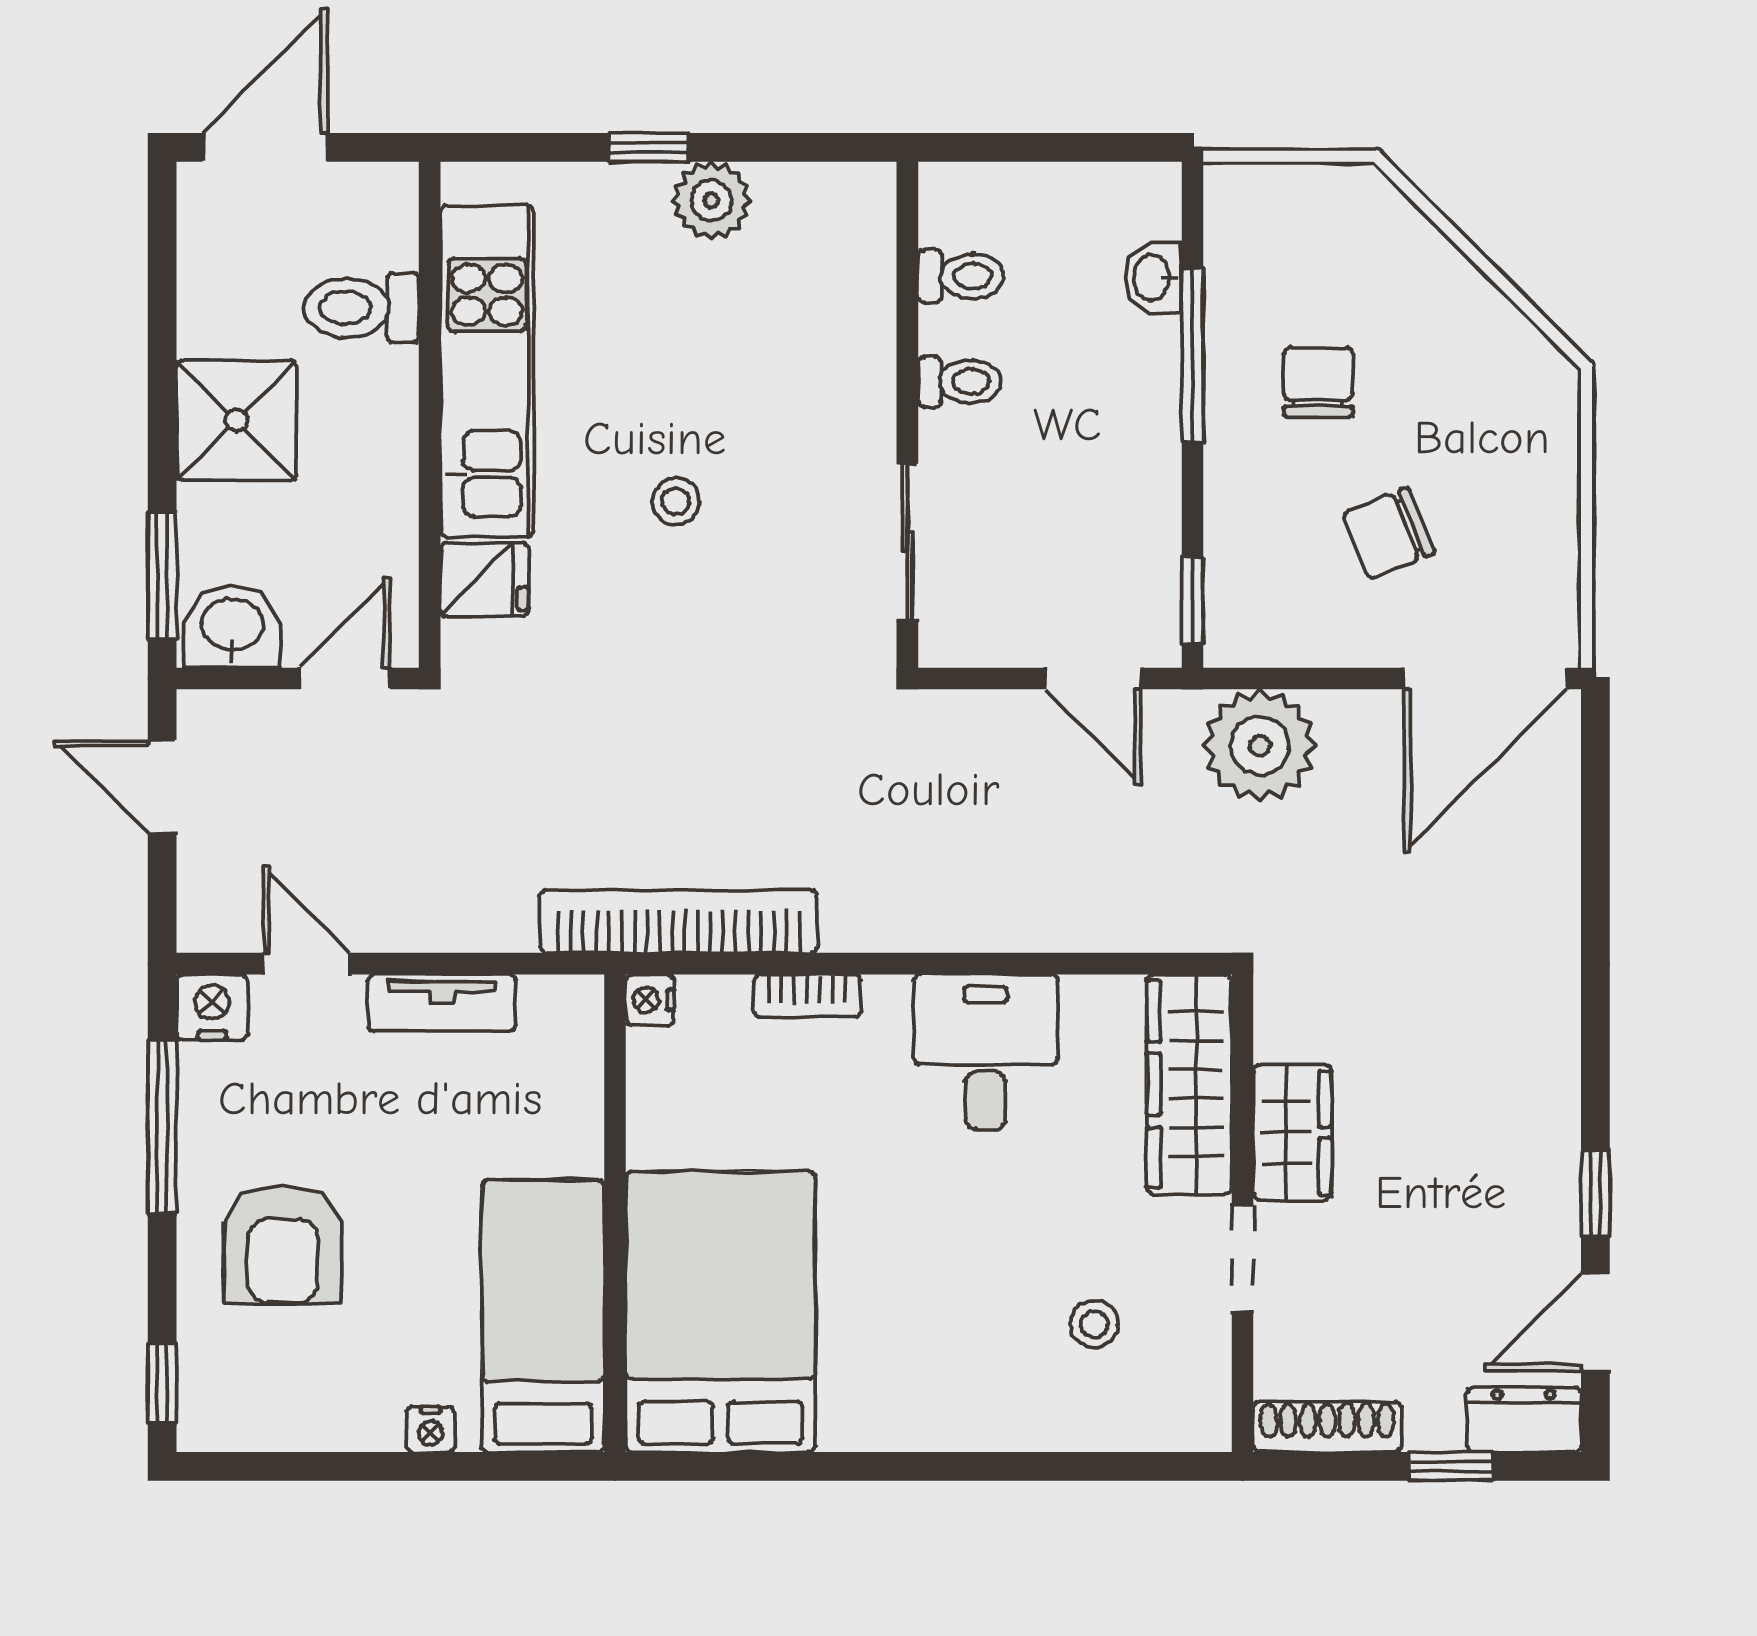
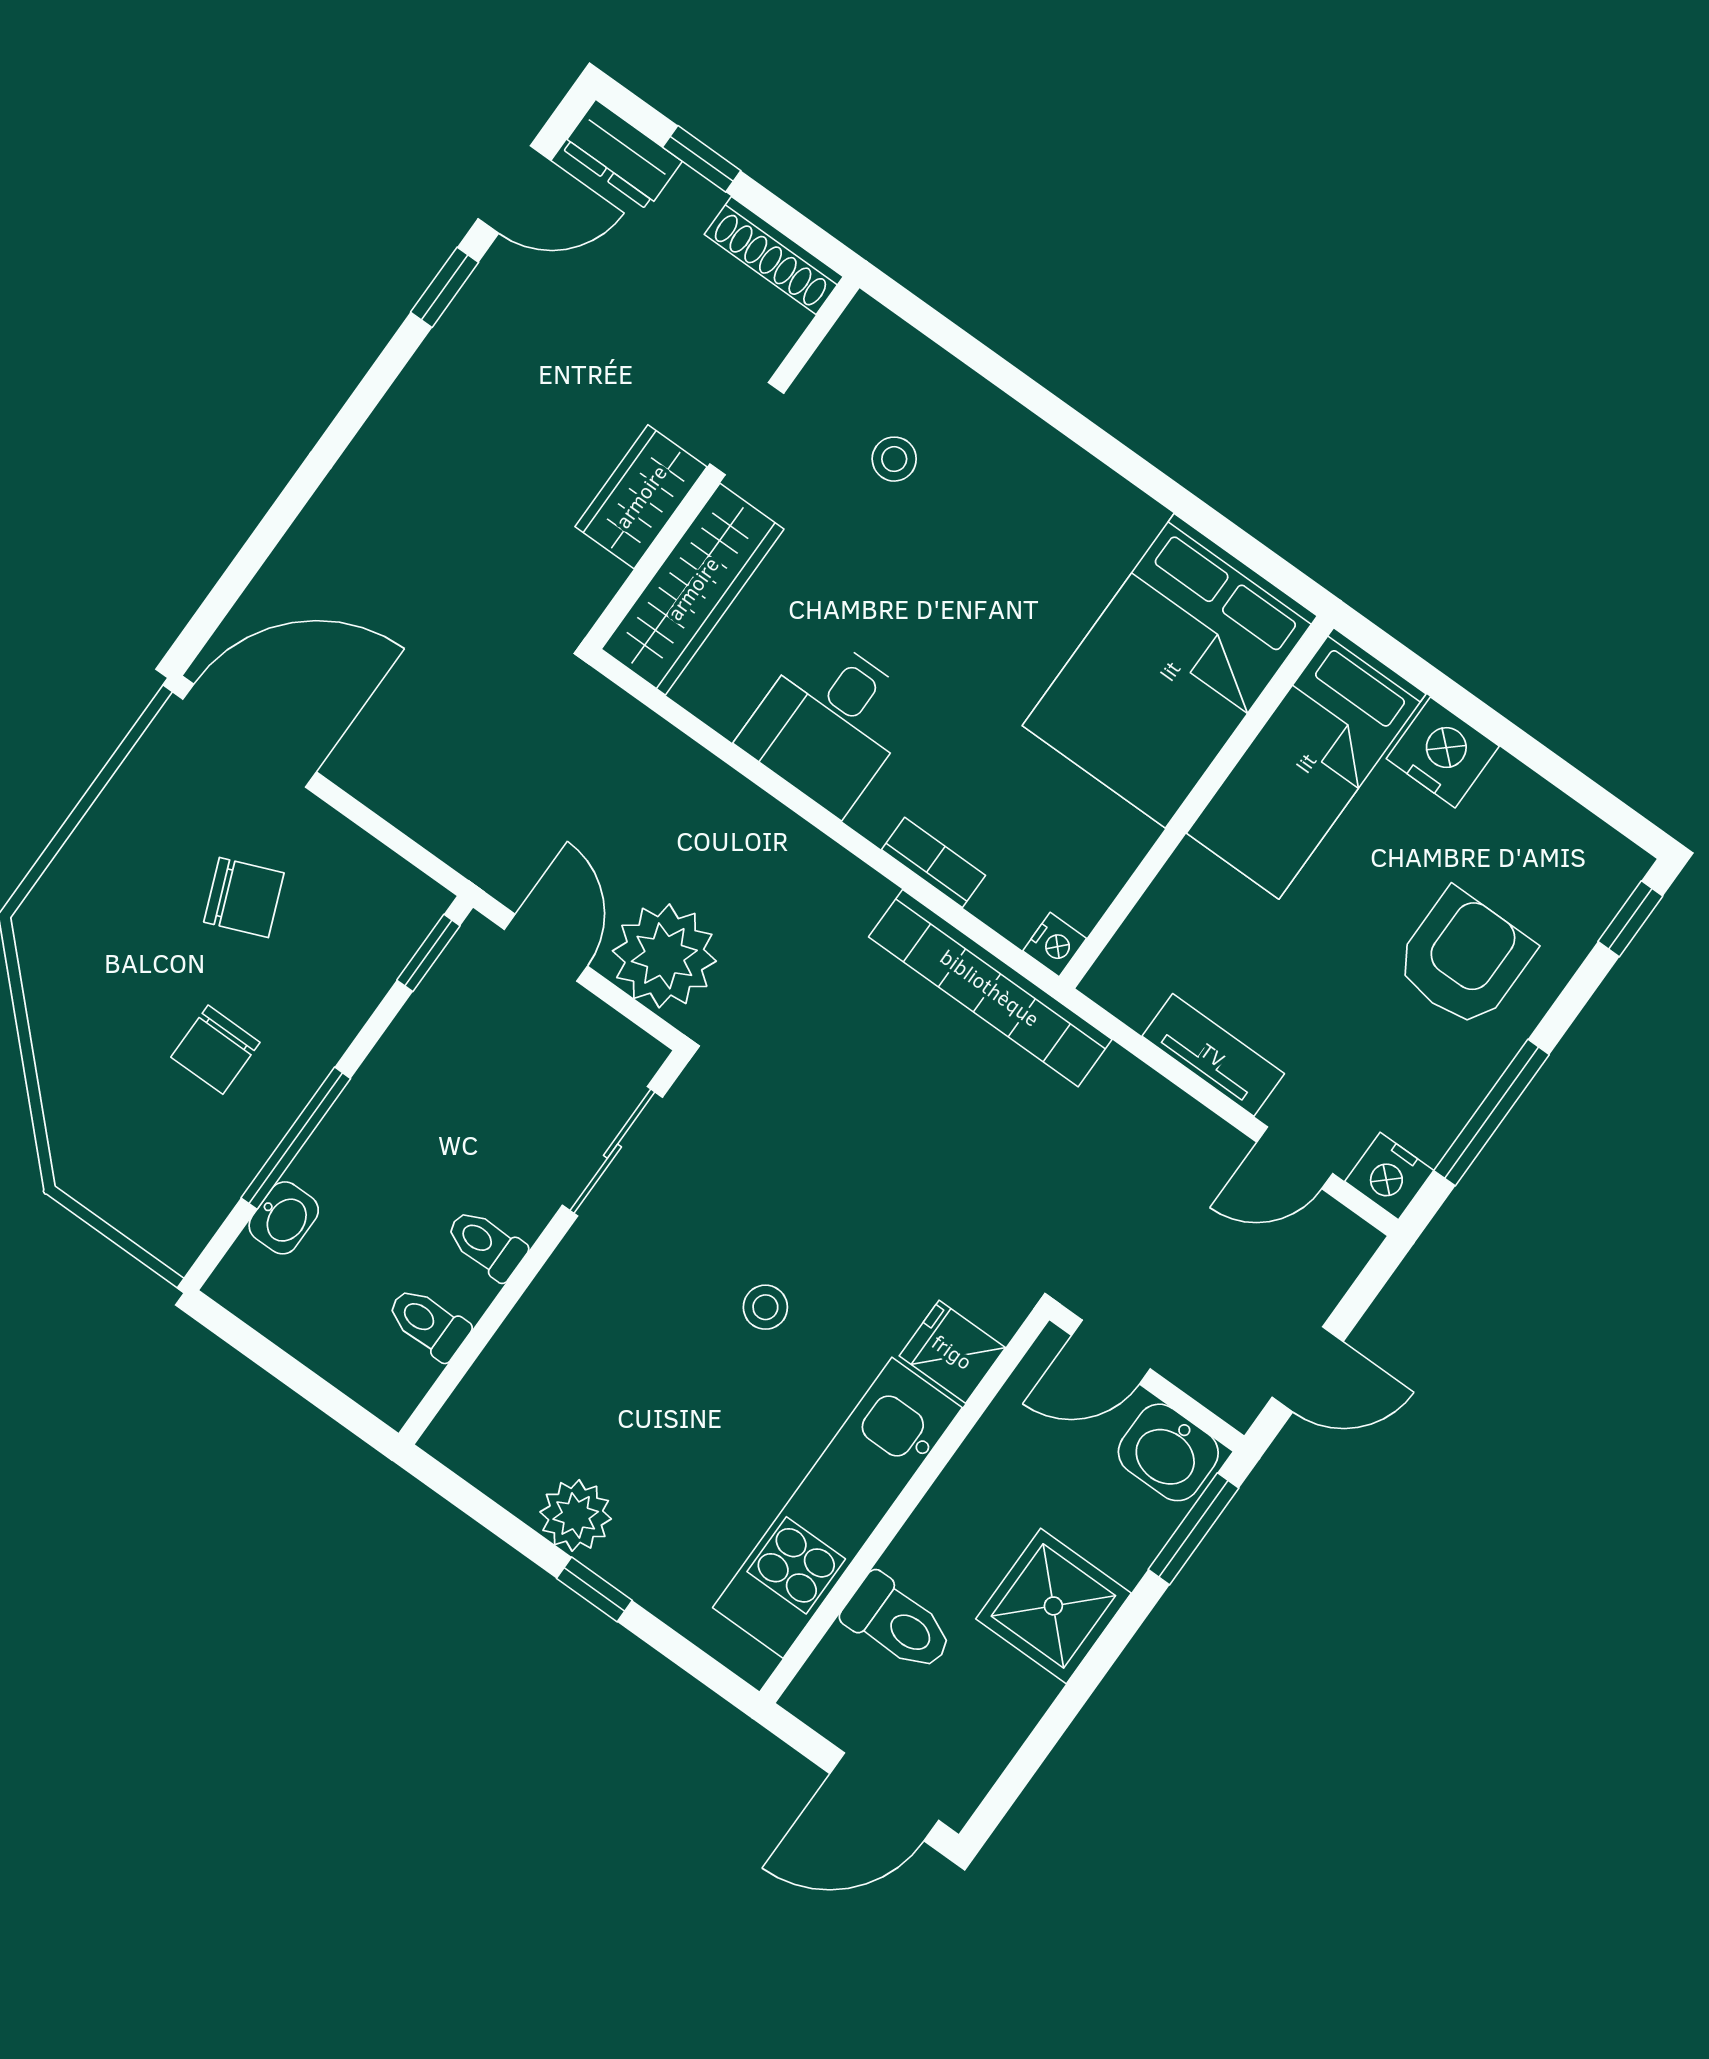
plant: (1260, 745) -> (664, 956), moved
door: (162, 787) -> (1308, 1369), hinge flipped
door: (306, 964) -> (1295, 1158), hinge flipped
nightstand: (431, 1429) -> (1443, 752), width x1.89, depth x1.79

